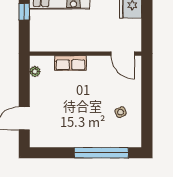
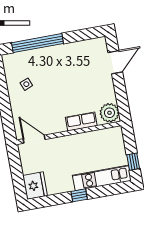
plant: (35, 72) -> (109, 113), width x1.88, depth x1.88

